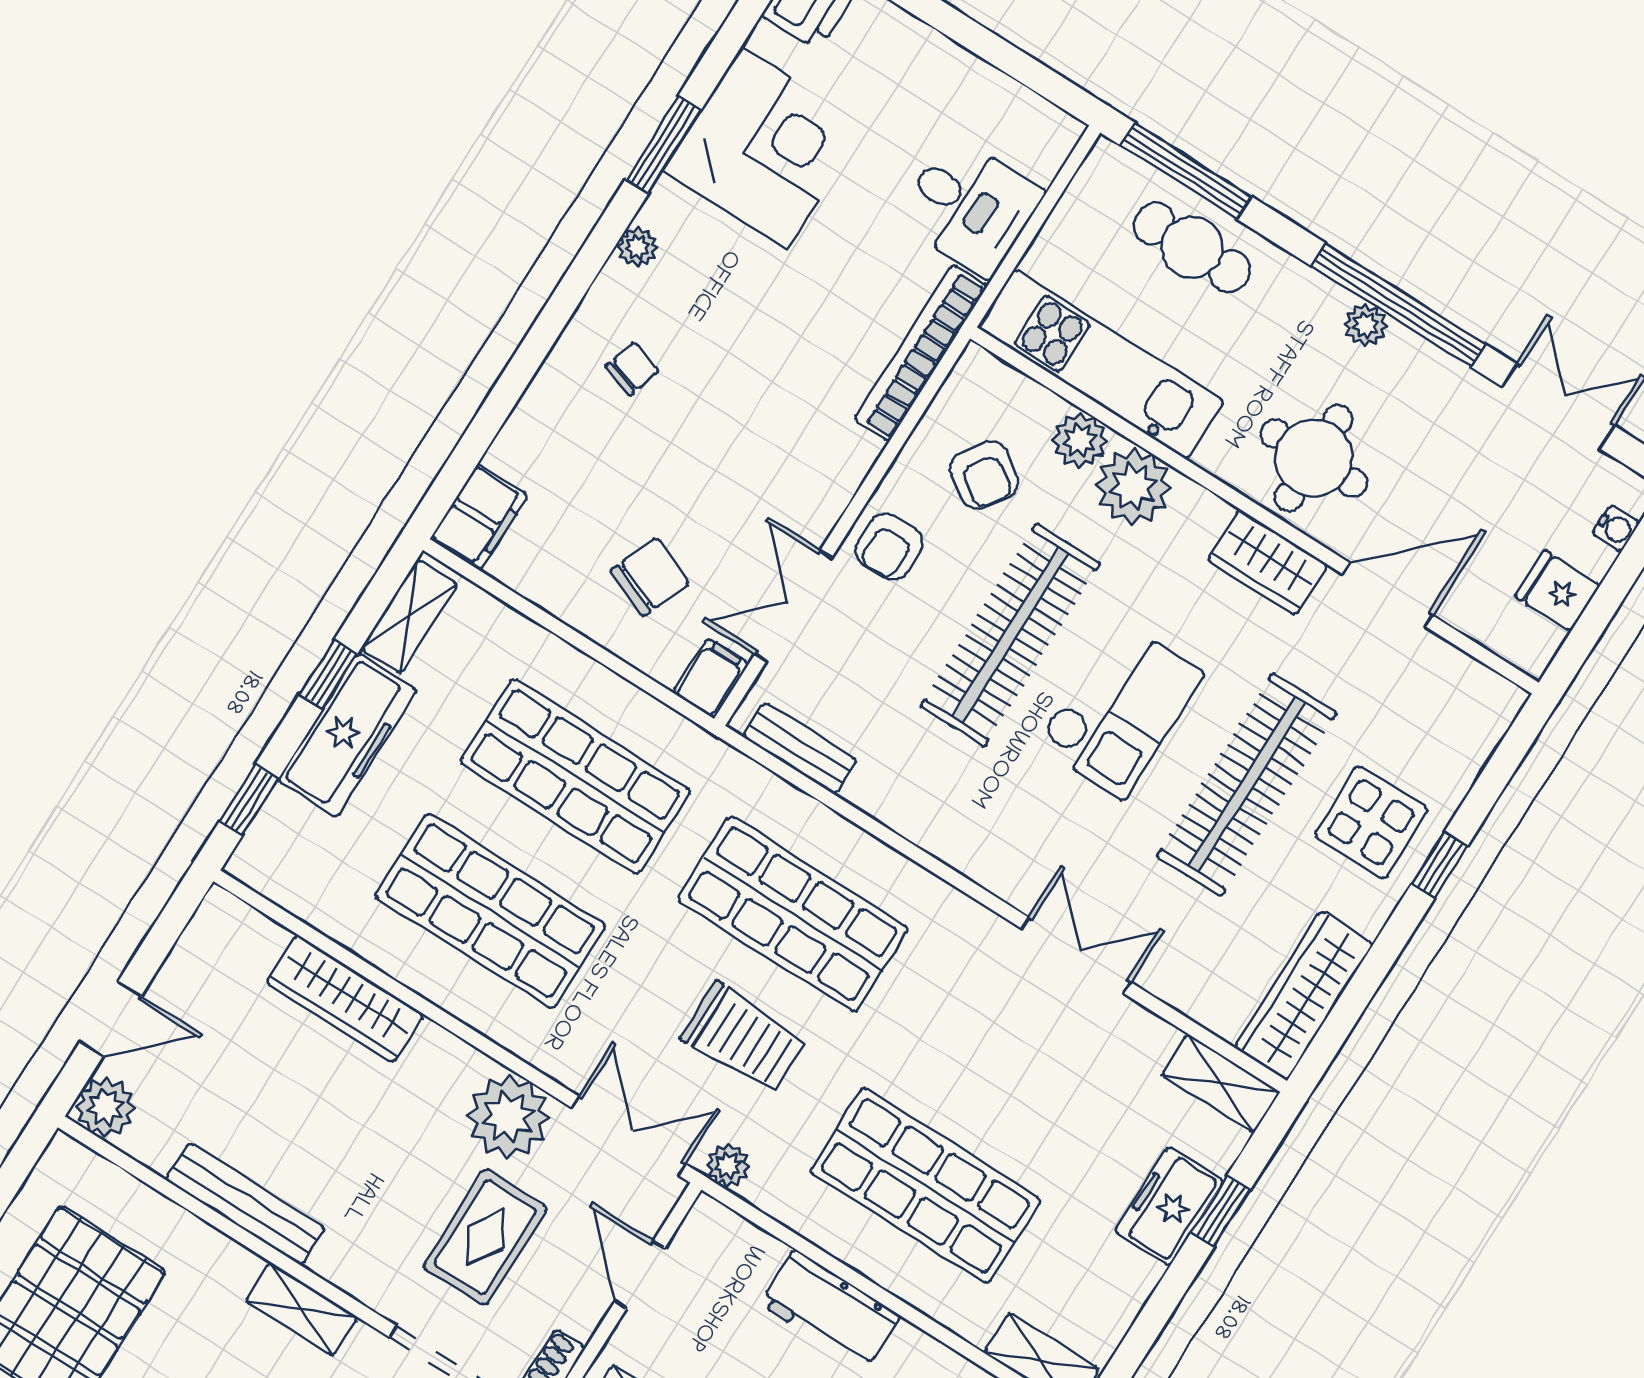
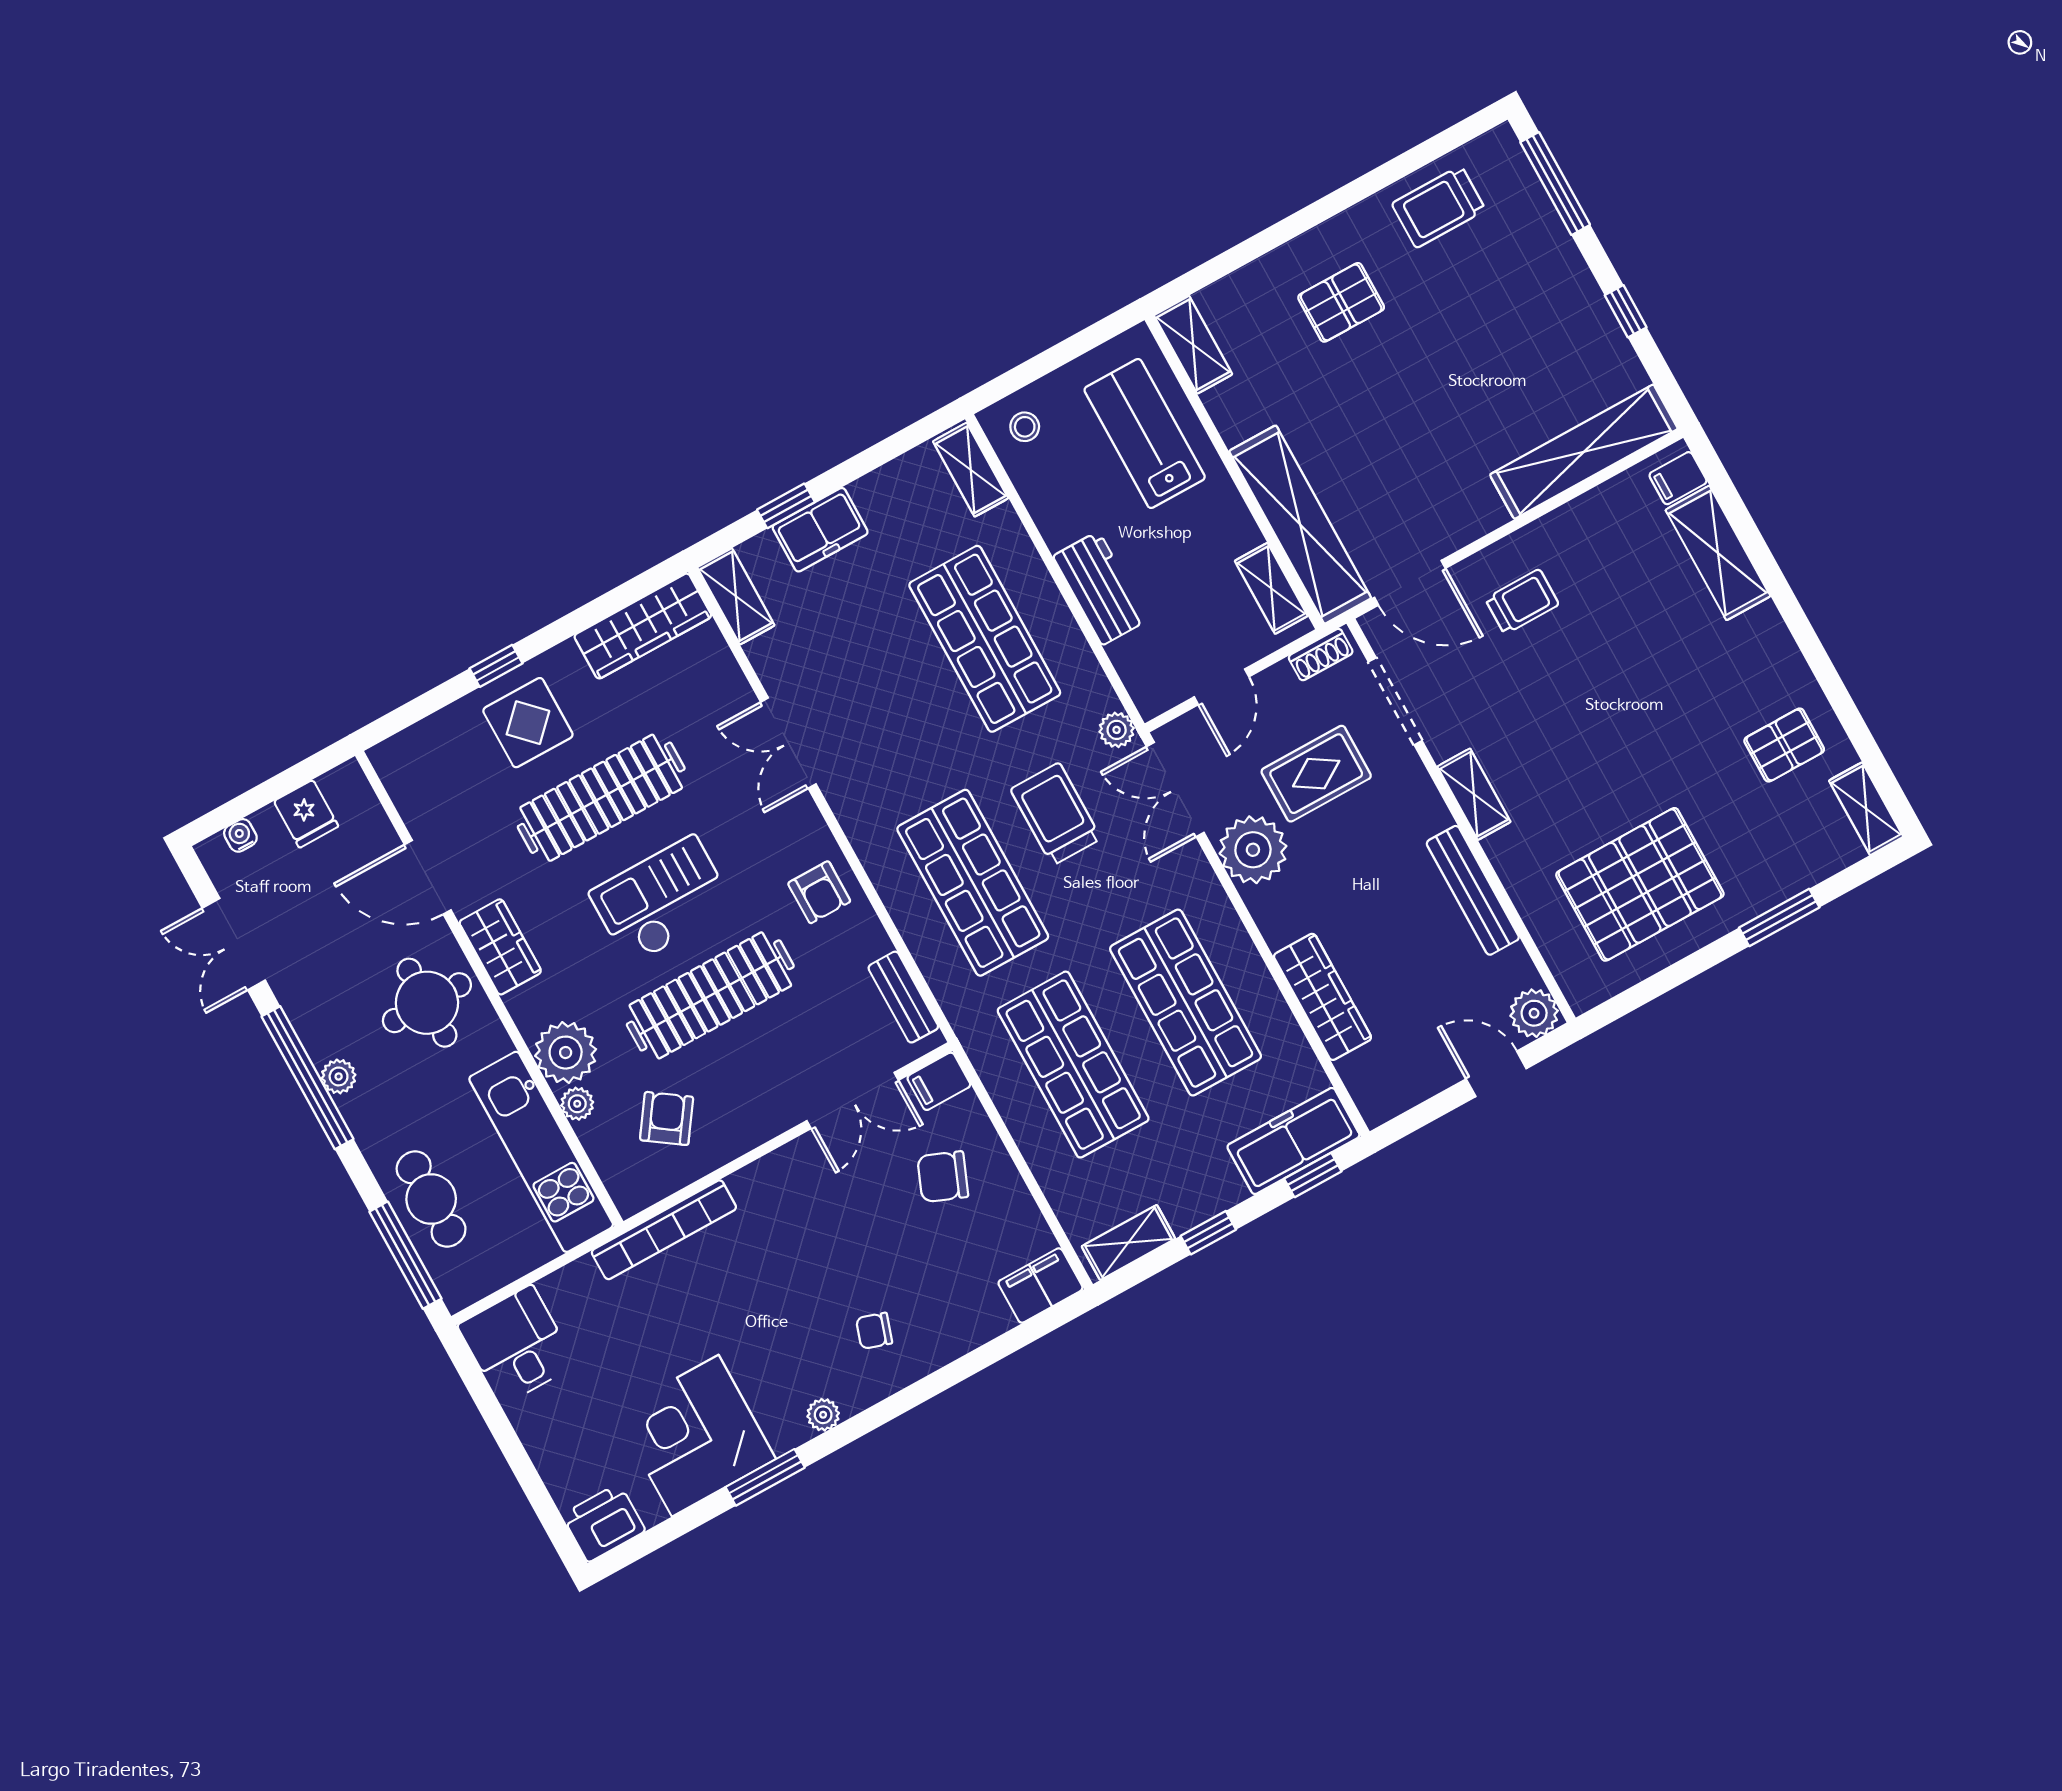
desk: (970, 206) -> (517, 1345), moved
plant: (1080, 440) -> (577, 1104), width x0.73, depth x0.73
armchair: (889, 547) -> (819, 892), moved, turned 90
freezer: (347, 735) -> (1293, 1141), moved

